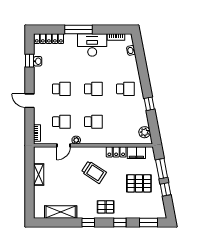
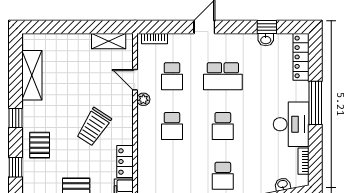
school desk: (61, 89) -> (223, 76), width x1.85
shelving: (39, 174) -> (109, 41), moved

